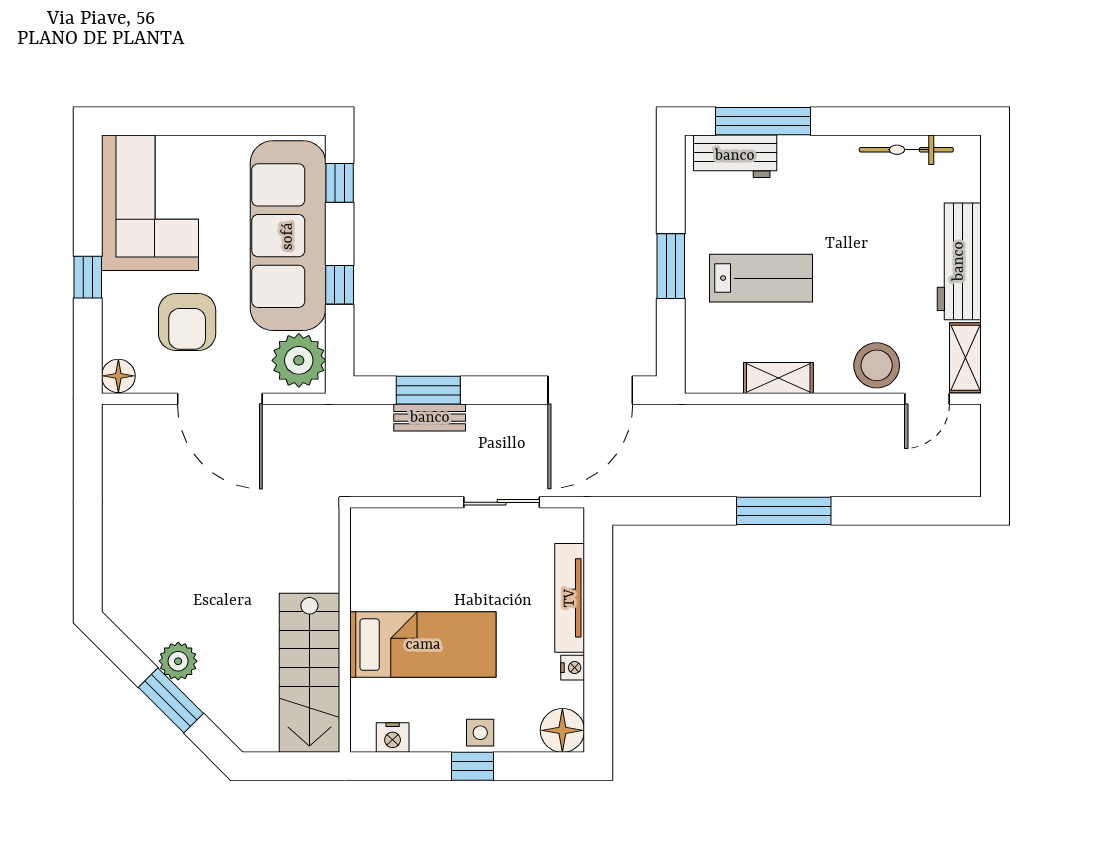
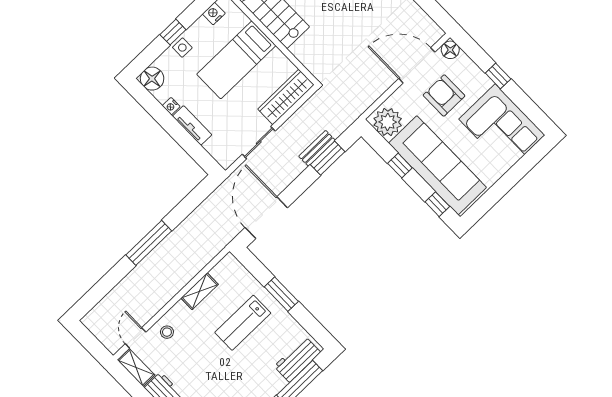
stool: (877, 365) -> (167, 332), width x0.53, depth x0.53
door: (220, 399) -> (417, 65), moved
wardrobe: (404, 529) -> (286, 97), added
tv unit: (570, 598) -> (192, 125), width x0.71

